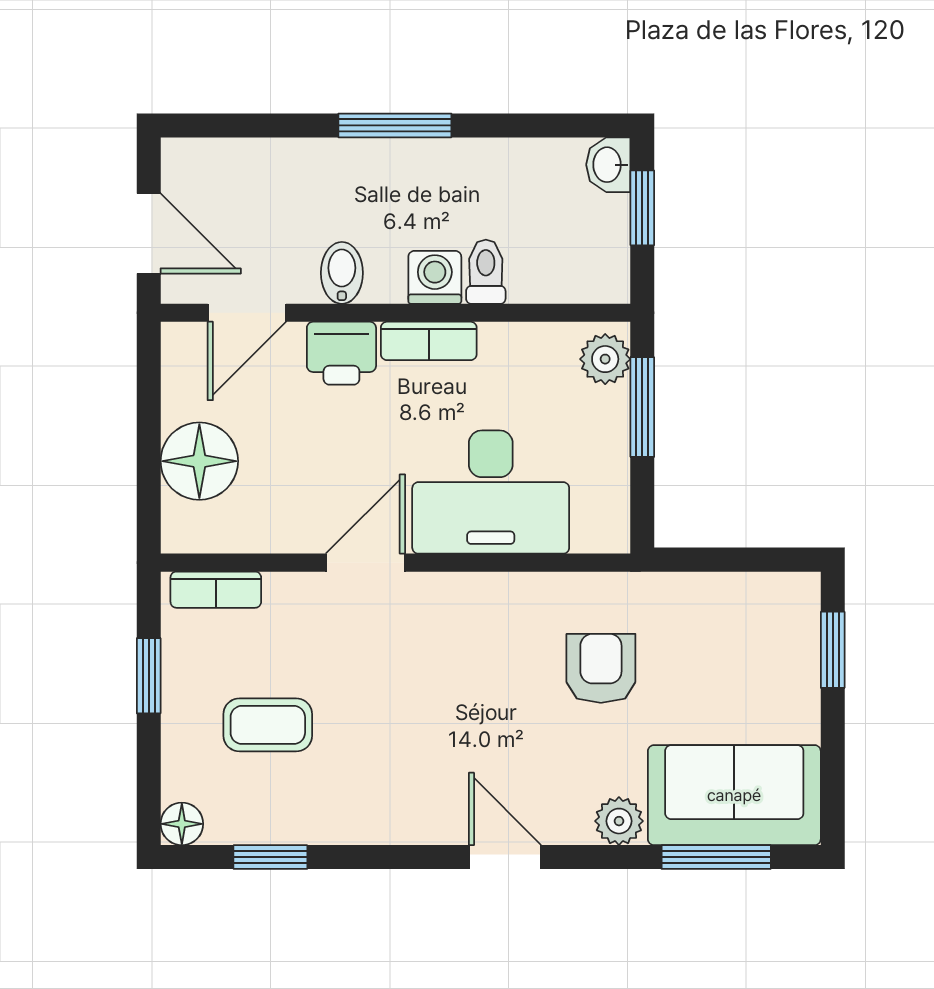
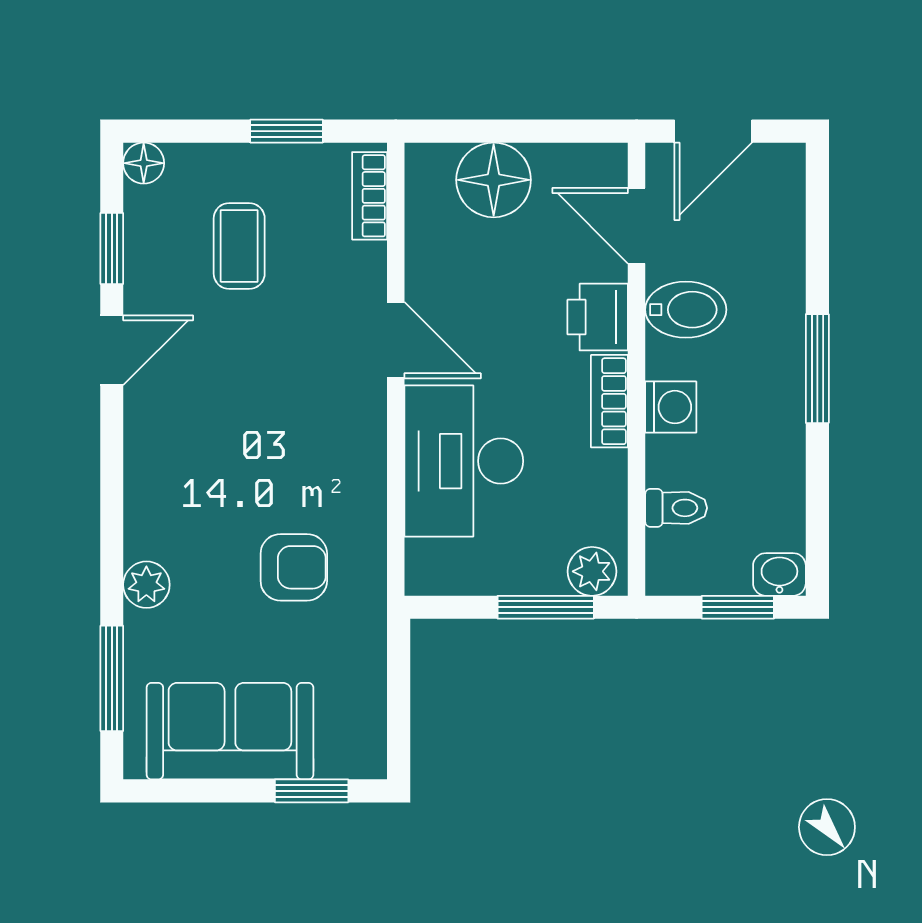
toilet: (486, 272) -> (676, 508), moved
bidet: (342, 273) -> (686, 310), width x1.38, depth x1.36
sofa: (734, 795) -> (230, 731), moved, turned -90
door: (505, 857) -> (112, 350), moved

